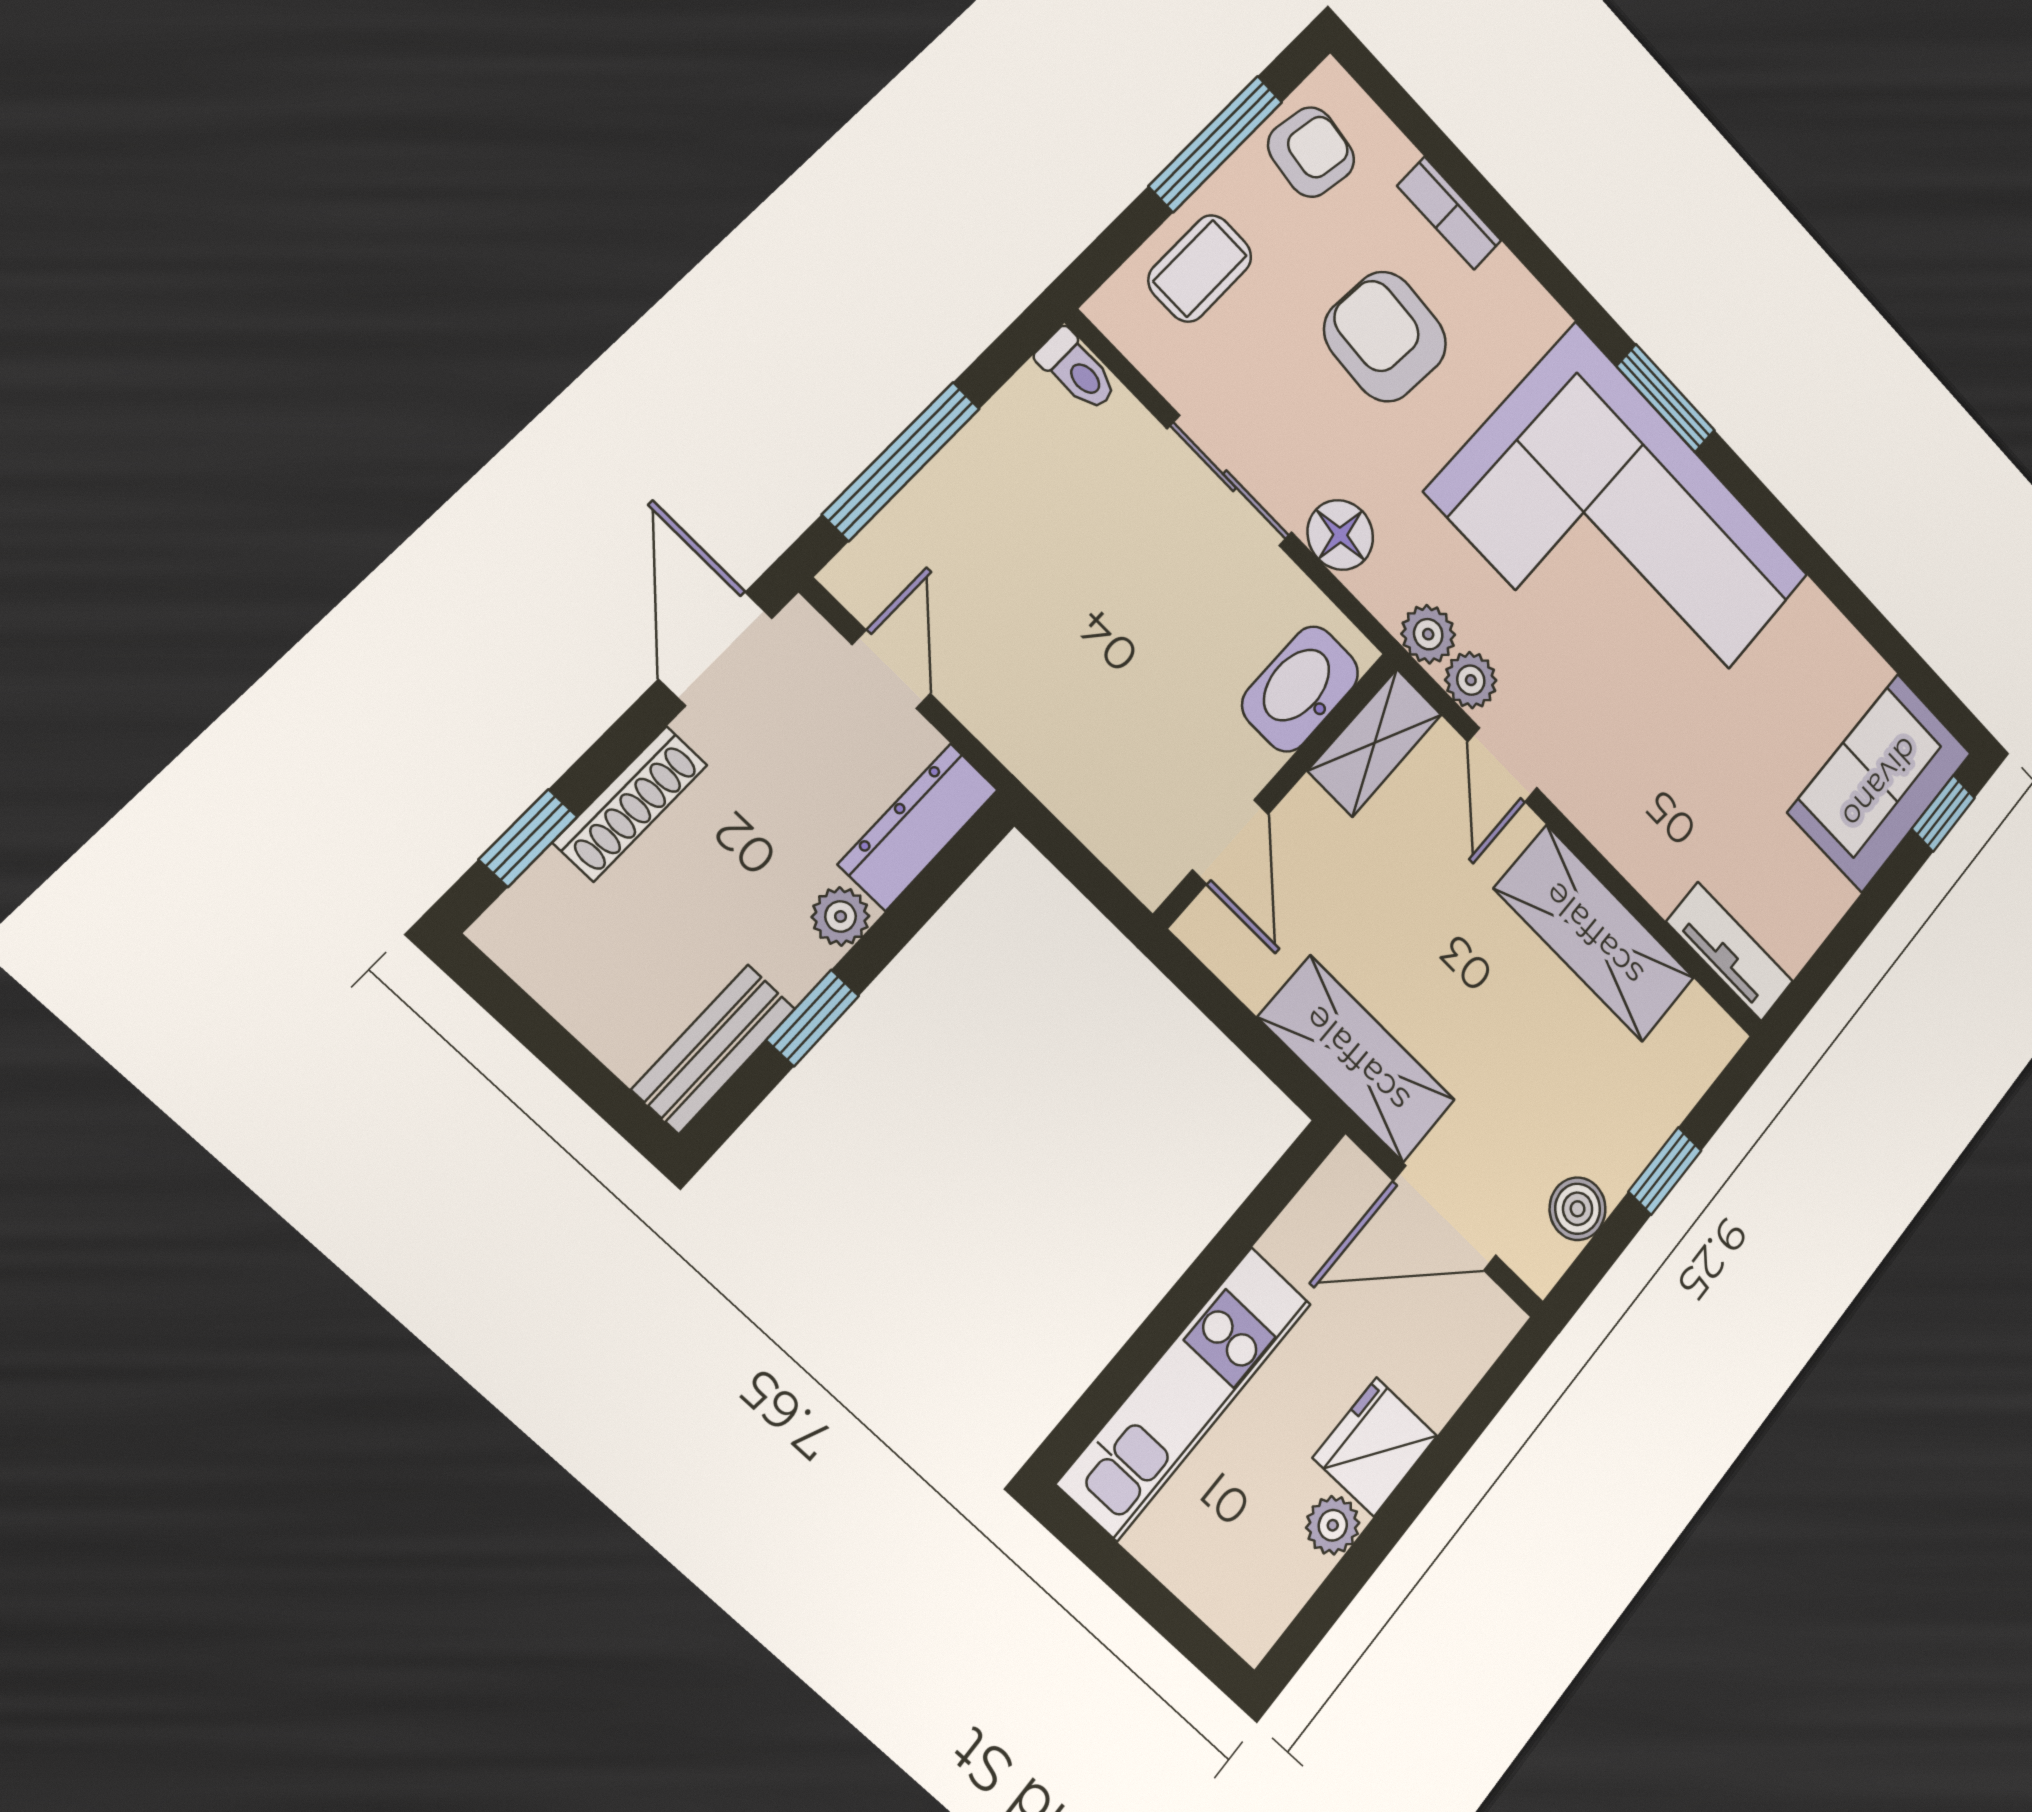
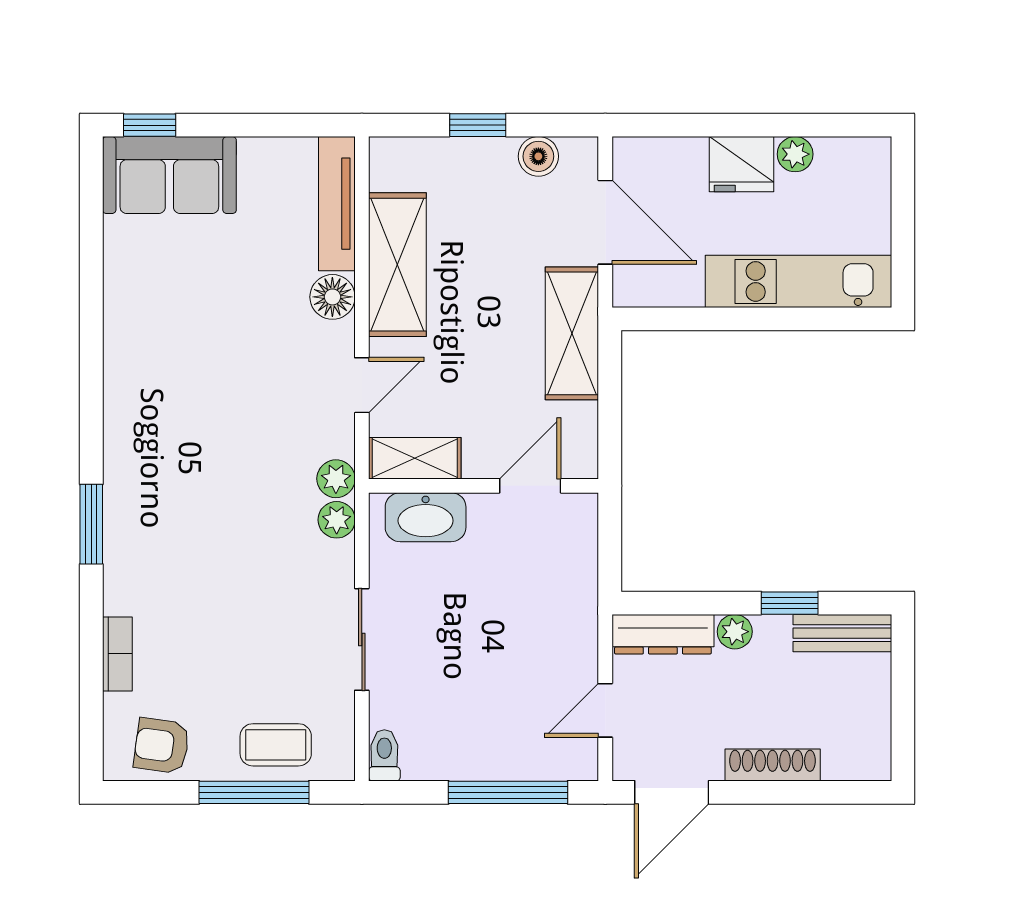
window: (1216, 144) -> (254, 792), moved
armchair: (1385, 337) -> (213, 630), removed
window: (1666, 398) -> (91, 524), moved
corner sofa: (1620, 534) -> (186, 426), removed
floor lamp: (1340, 535) -> (332, 297), moved
plant: (1471, 680) -> (337, 520), moved
window: (528, 838) -> (827, 792), removed
tv unit: (1730, 952) -> (337, 204), width x1.41

